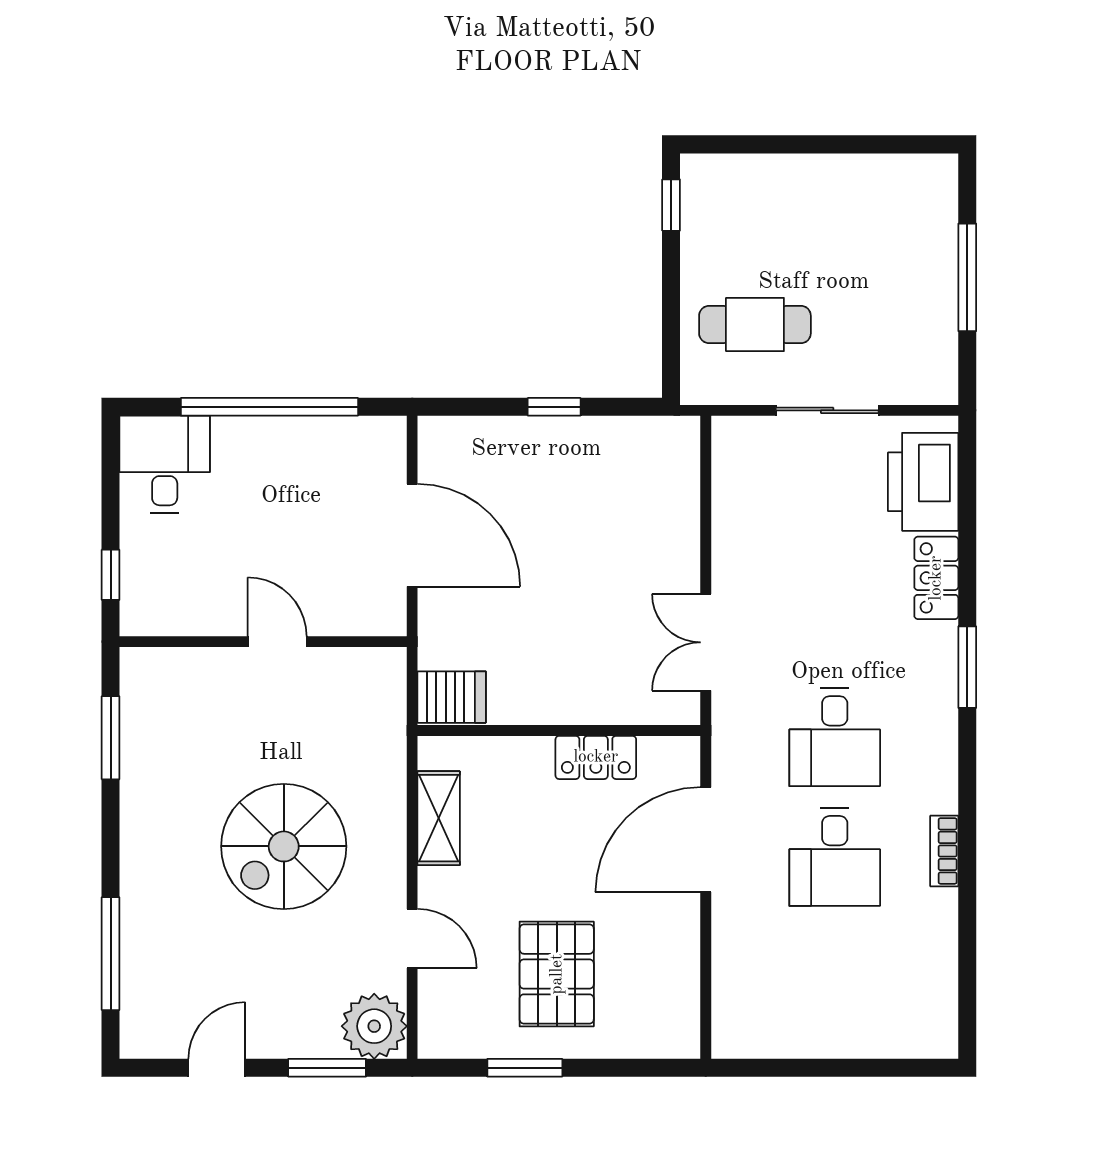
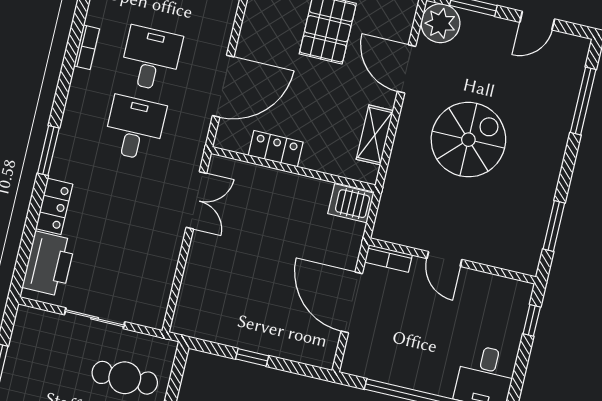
bookcase: (369, 621) -> (388, 258), added
door: (412, 938) -> (407, 69), width x1.38

